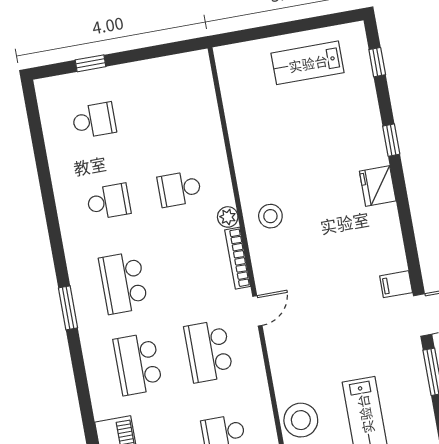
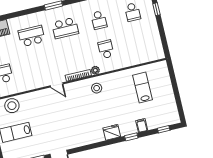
lab bench: (308, 63) -> (142, 87), moved
school desk: (123, 283) -> (65, 28), turned 180
filing cabinet: (396, 284) -> (142, 125), moved
school desk: (209, 351) -> (39, 65), removed

